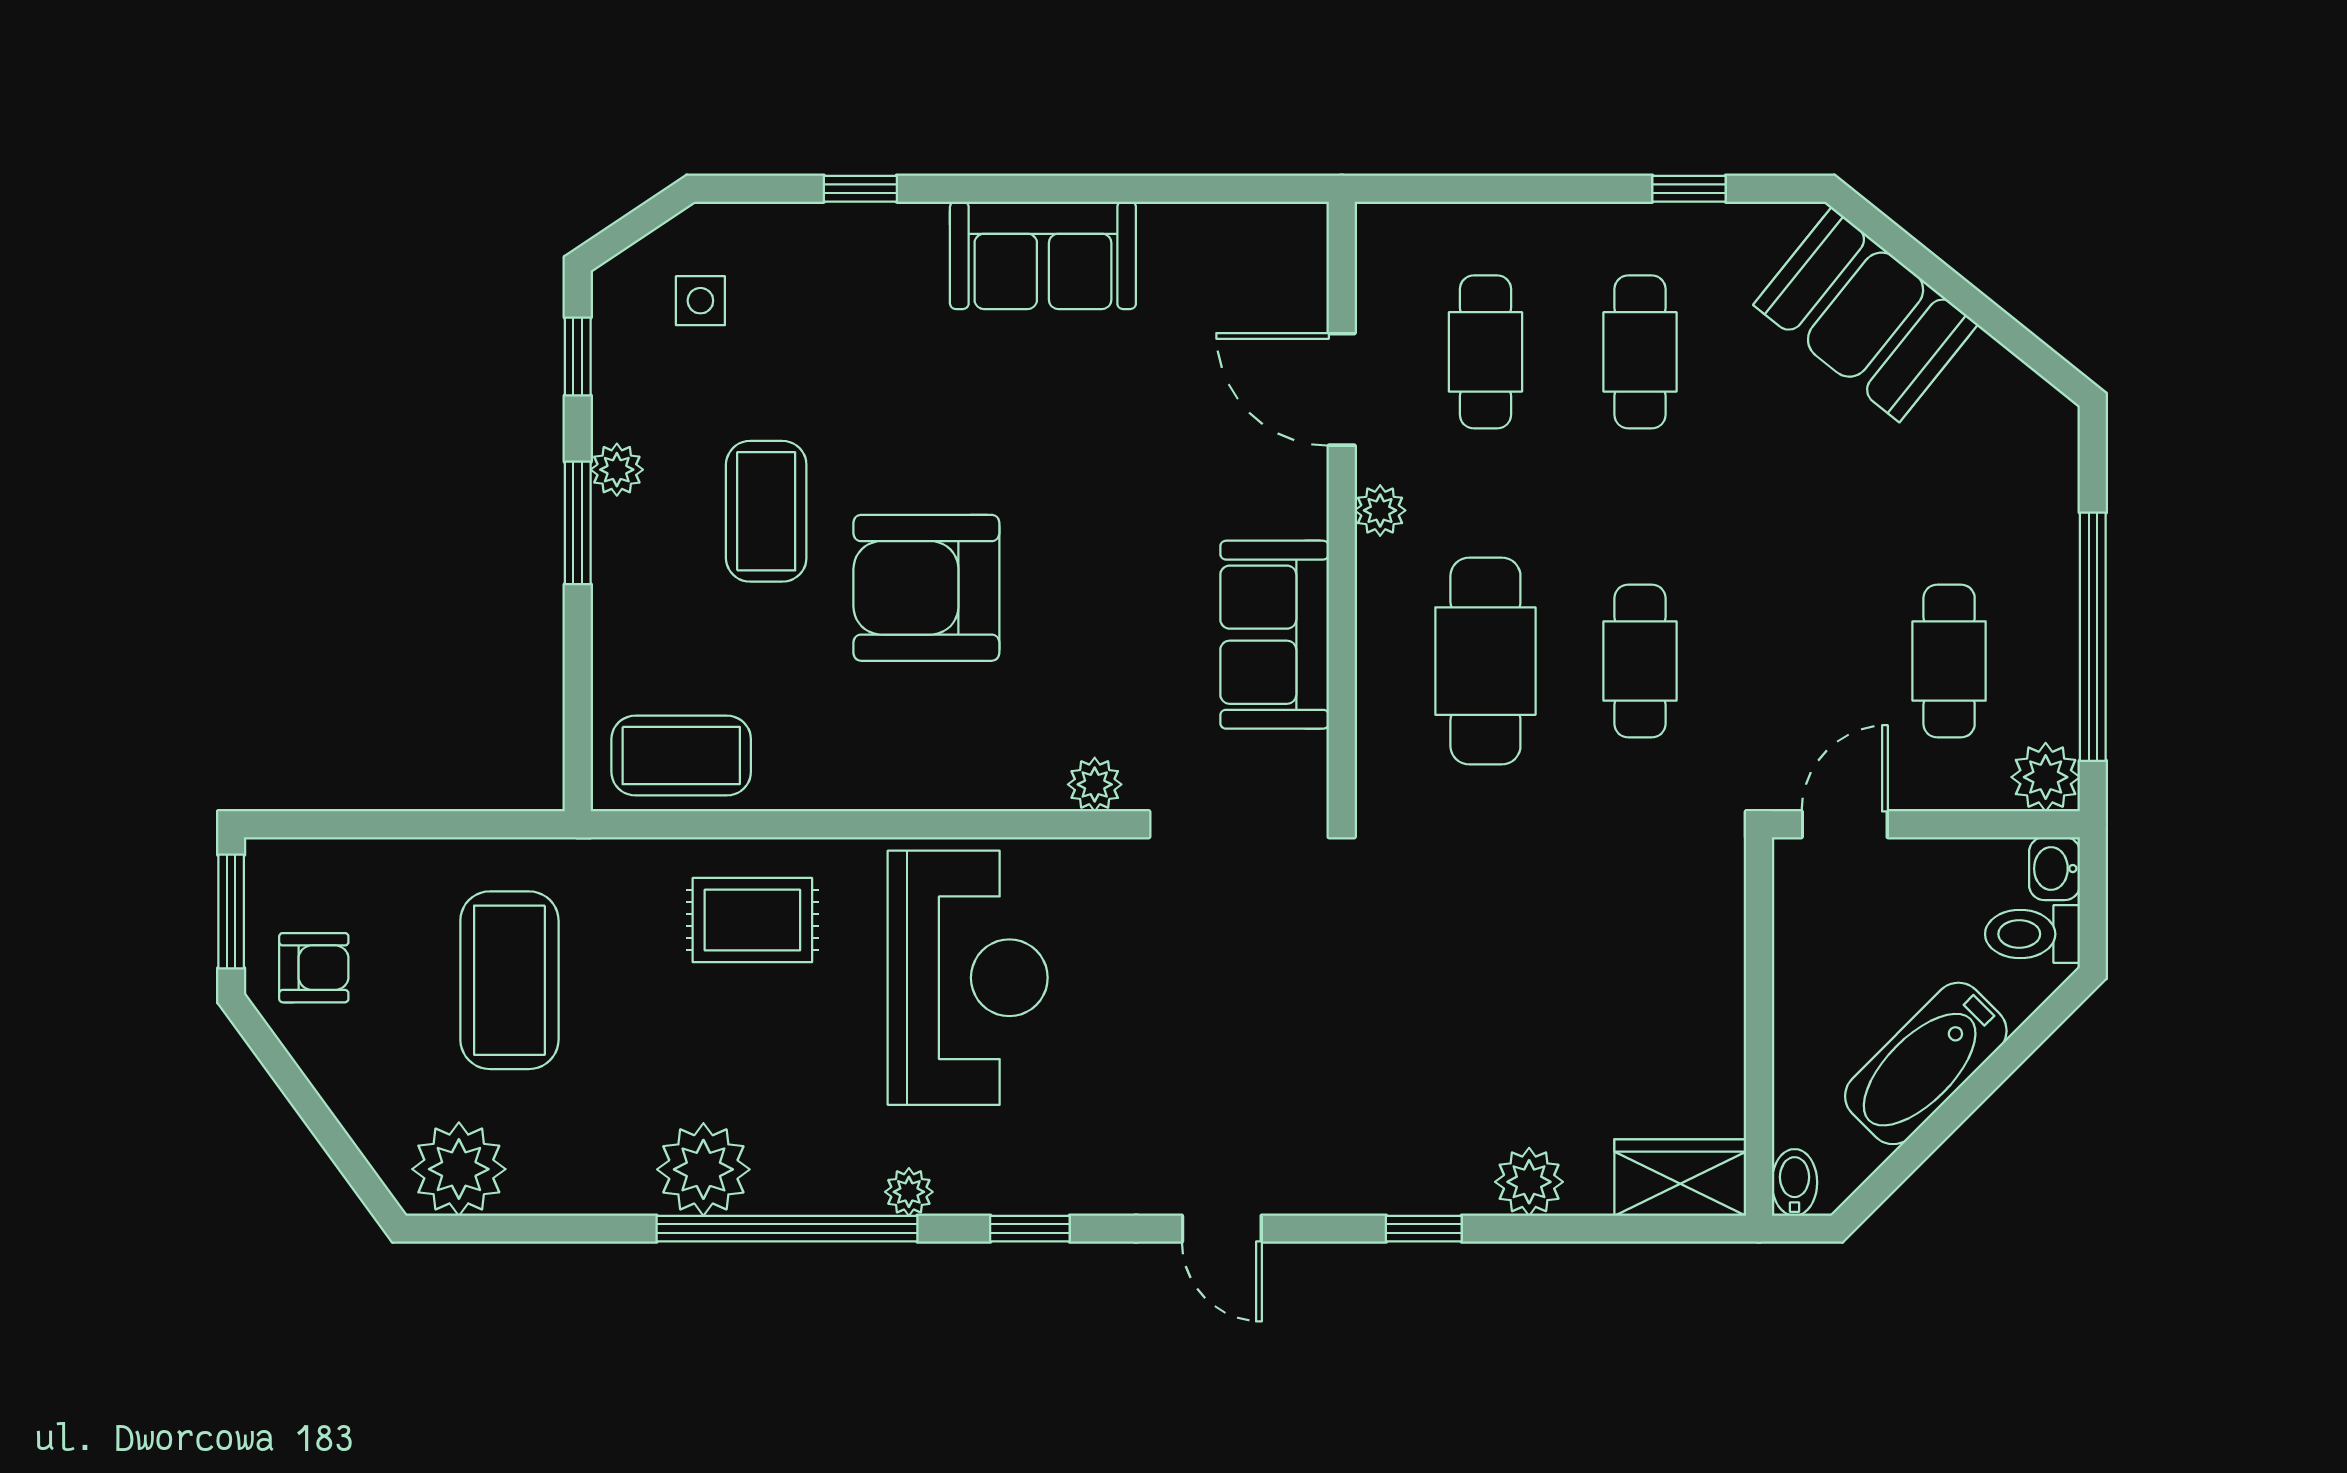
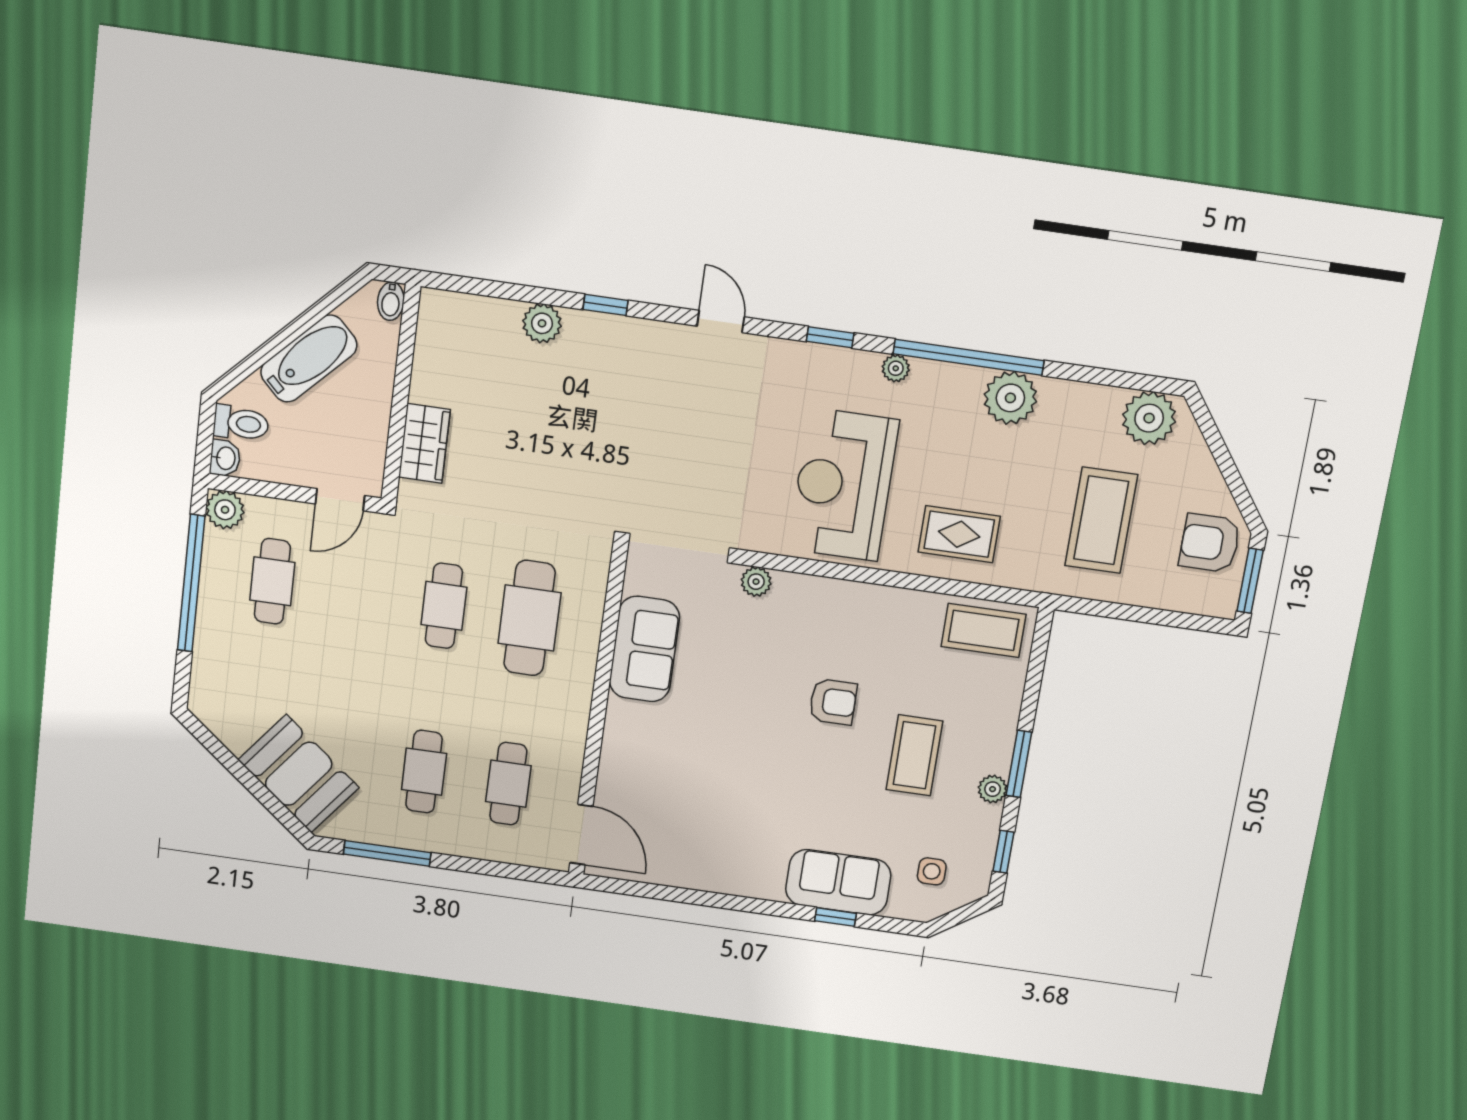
window: (1689, 189) -> (387, 853), width x2.17
sofa: (1043, 255) -> (838, 882), moved
door: (1342, 389) -> (581, 835), moved
plant: (1380, 510) -> (577, 708), removed
armchair: (926, 588) -> (833, 702), width x0.53, depth x0.53
armchair: (314, 968) -> (1210, 543), width x1.38, depth x1.38
wardrobe: (1680, 1178) -> (424, 443), moved, turned -90

